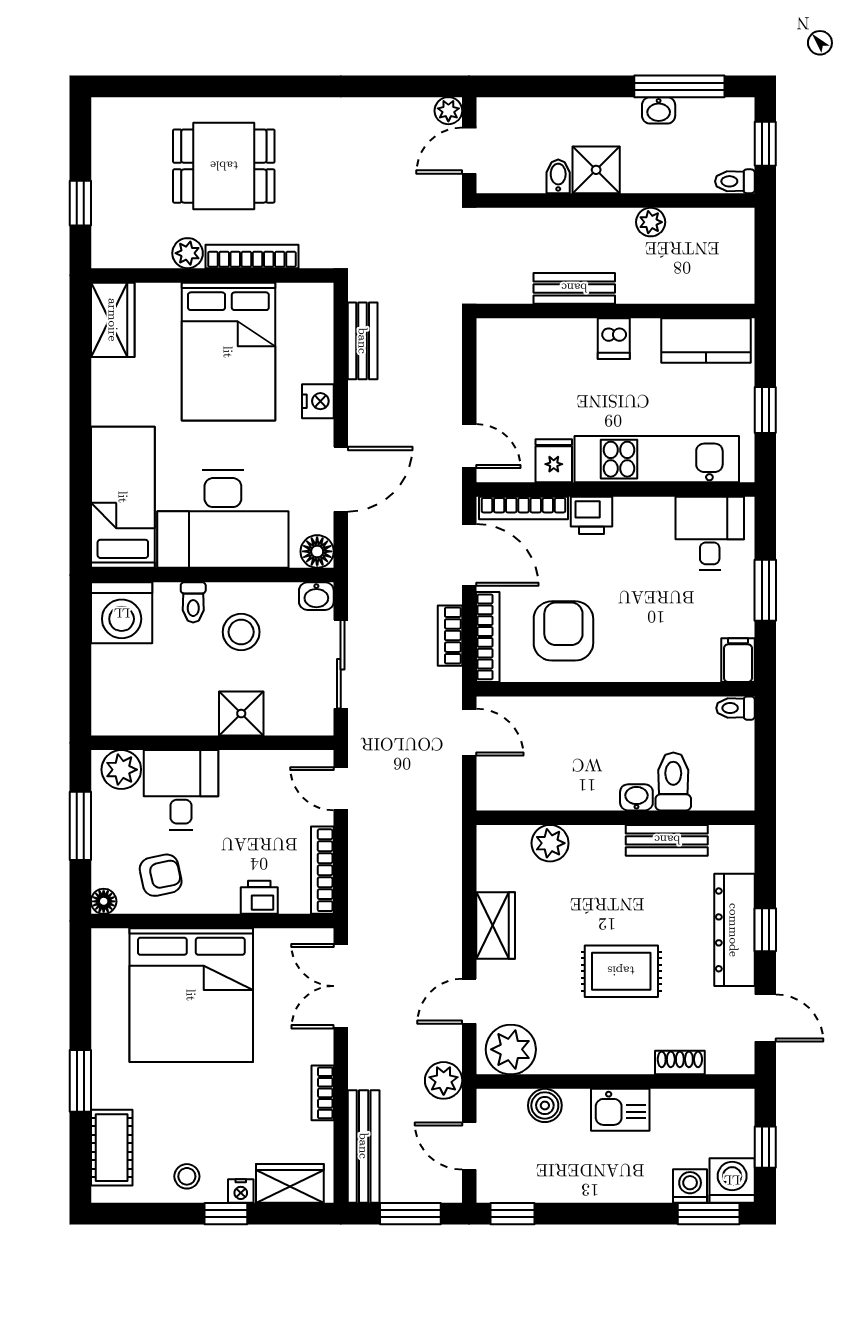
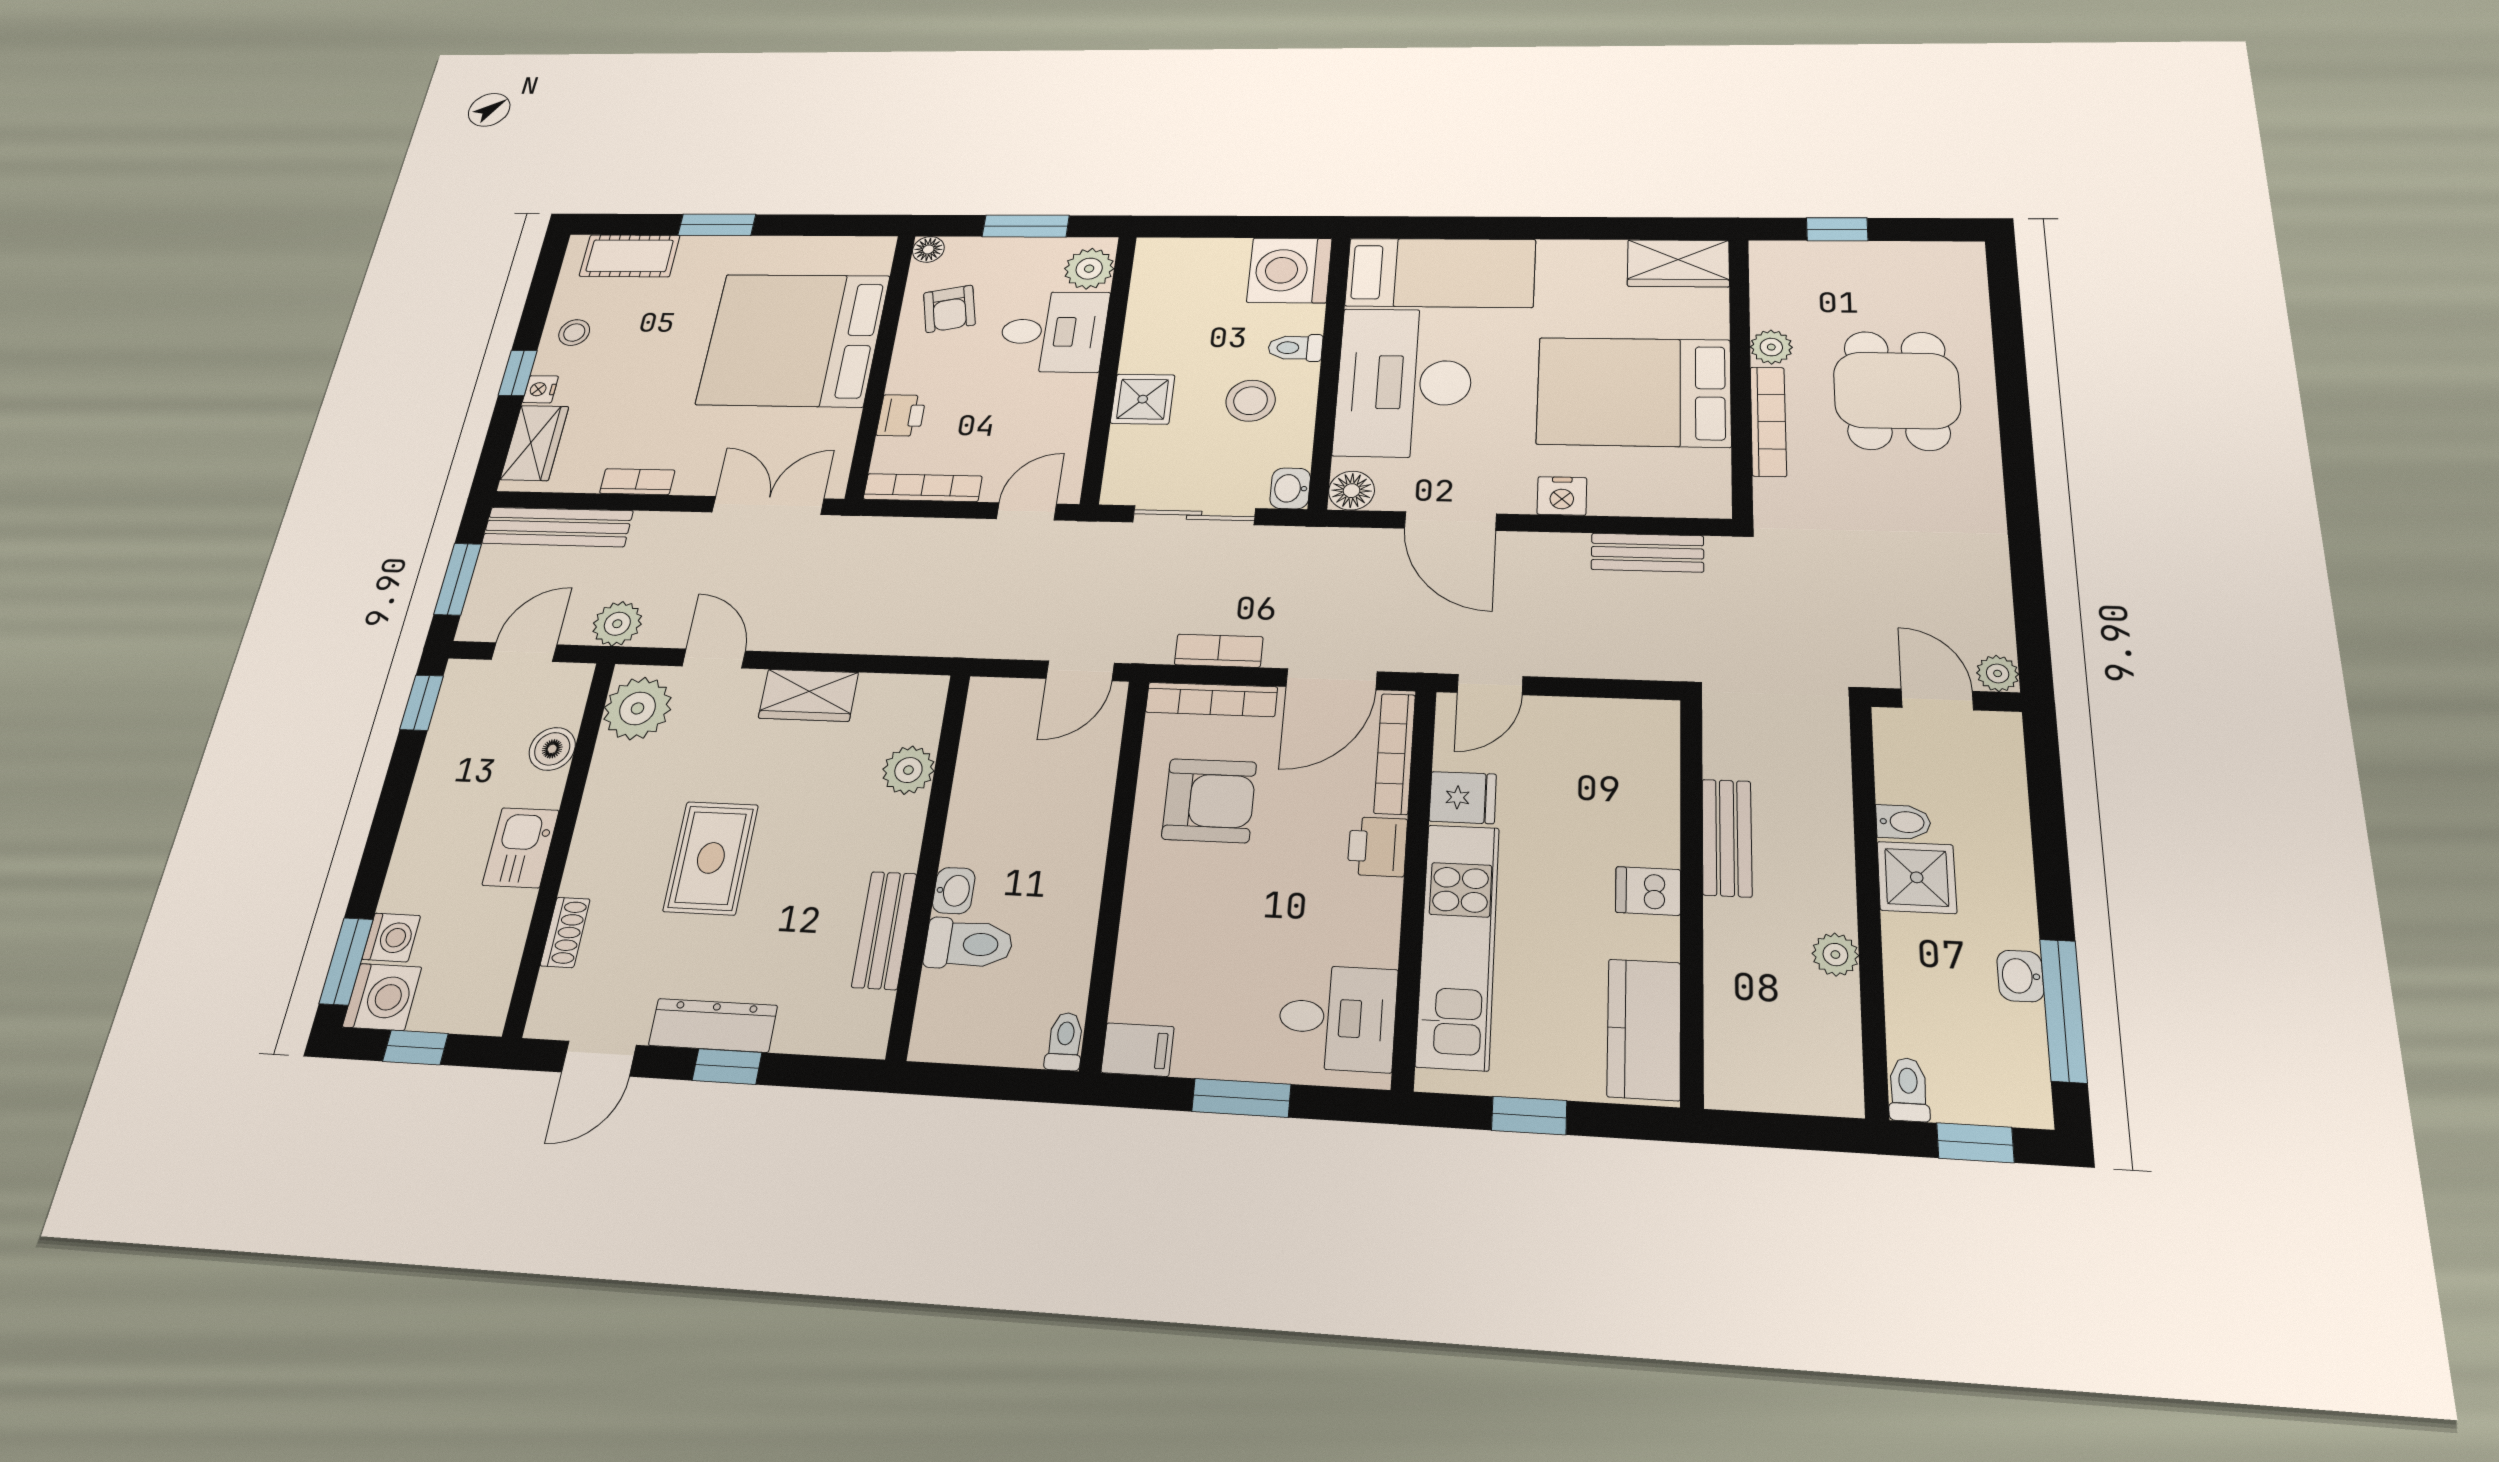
dresser: (734, 930) -> (713, 1025), width x0.73, depth x0.80

